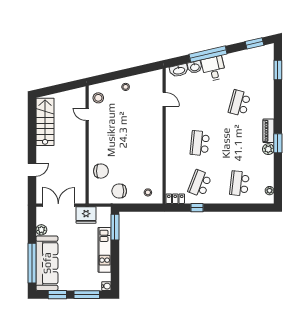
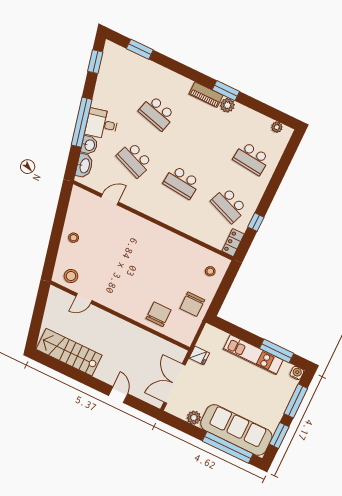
school desk: (200, 103) -> (135, 160), added
fridge: (86, 215) -> (199, 355), width x0.53, depth x0.75
window: (115, 227) -> (277, 351), moved

